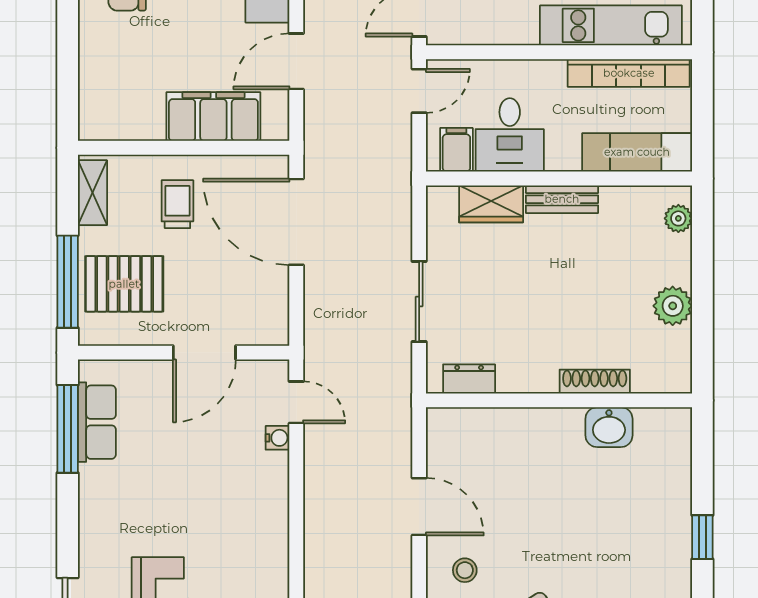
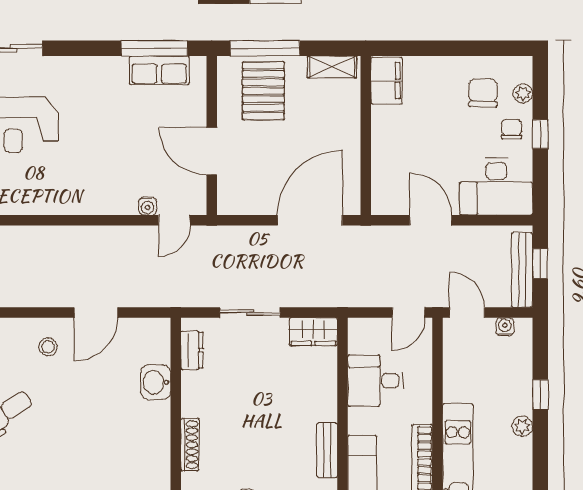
door: (419, 91) -> (408, 313), hinge flipped
filing cabinet: (213, 117) -> (387, 81), moved, width x0.67, depth x0.86
filing cabinet: (456, 150) -> (364, 341), removed
bench: (562, 199) -> (327, 450), moved
trolley: (177, 204) -> (323, 131), removed
wardrobe: (491, 204) -> (313, 332), moved, turned -90
washbasin: (609, 427) -> (156, 382), moved

